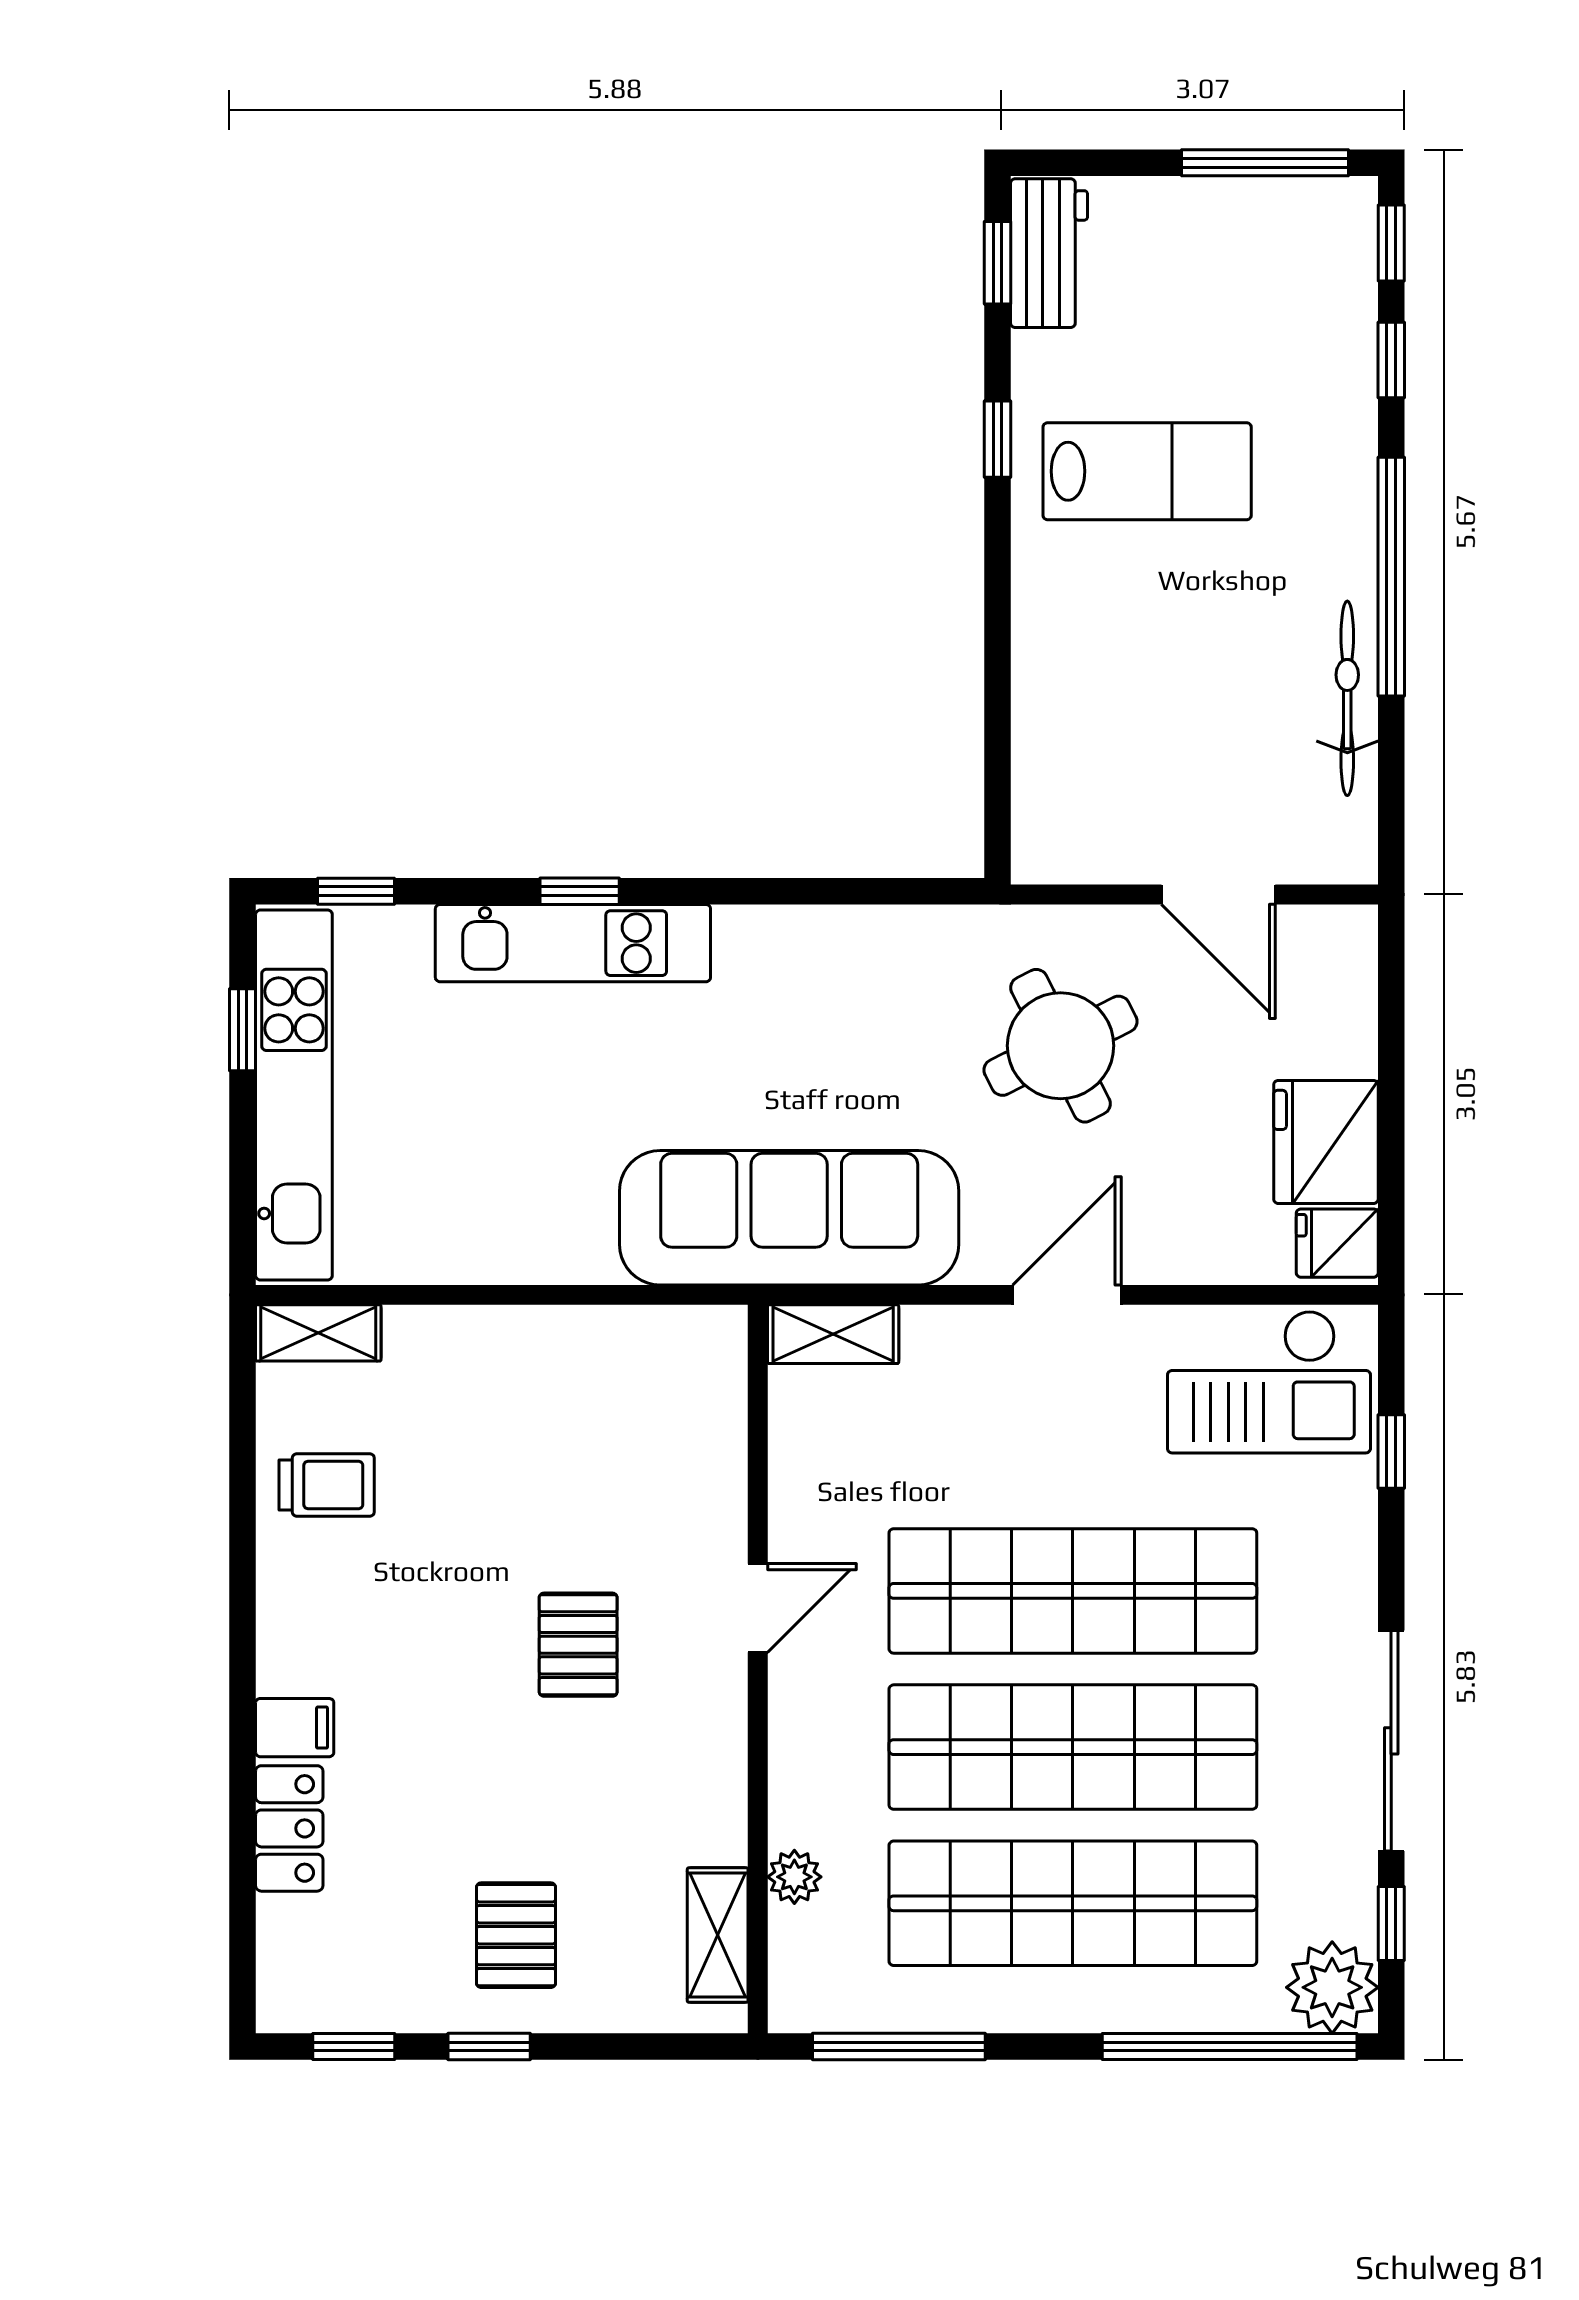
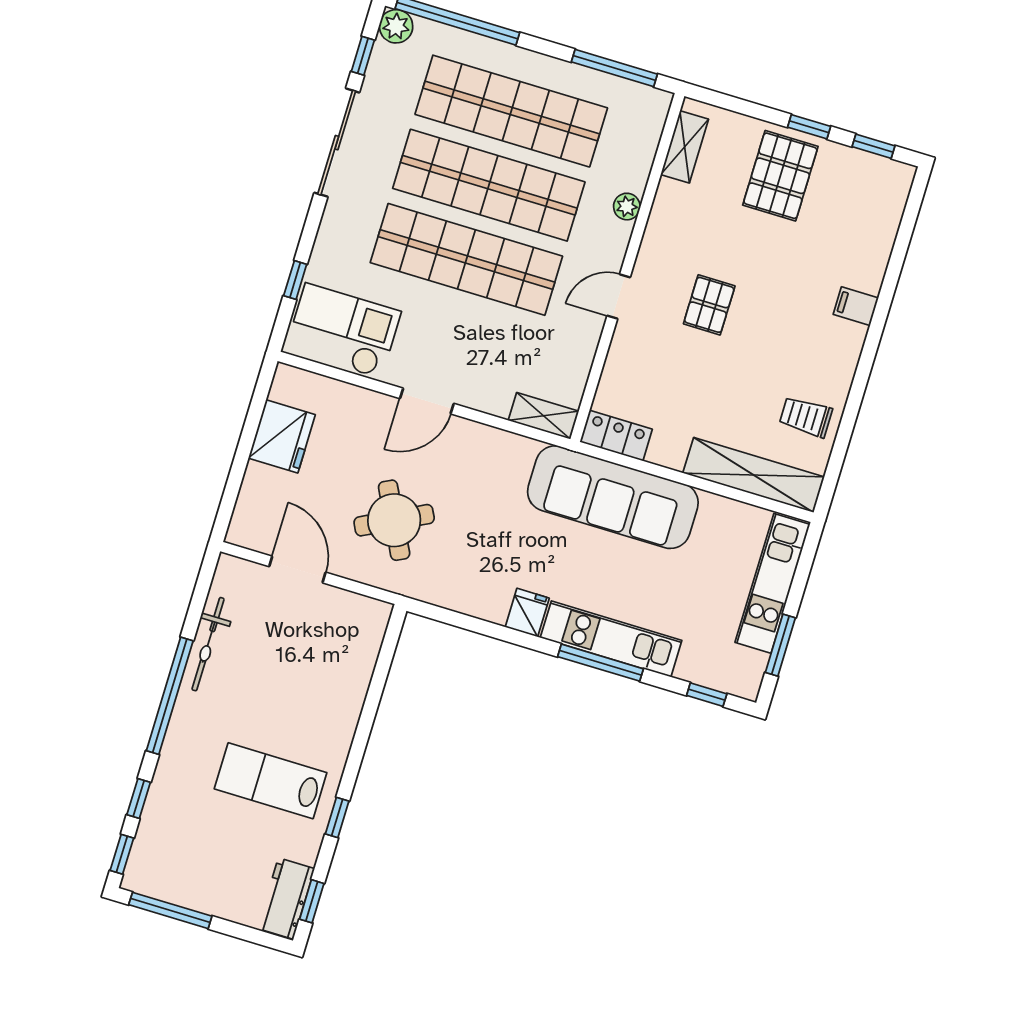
window: (580, 891) -> (600, 663), width x2.17
window: (243, 1030) -> (780, 645), width x1.50
kitchen unit: (294, 1095) -> (772, 583), width x0.73
sofa: (789, 1218) -> (613, 497), moved
fridge: (1337, 1243) -> (527, 613), moved, turned -90
shelving: (318, 1333) -> (754, 475), width x2.20, depth x1.33
locker: (289, 1828) -> (616, 436), moved, turned 90
plant: (794, 1877) -> (627, 207), moved
pallet: (516, 1935) -> (780, 176), width x1.50, depth x1.42
plant: (1332, 1987) -> (396, 26), width x0.73, depth x0.73

